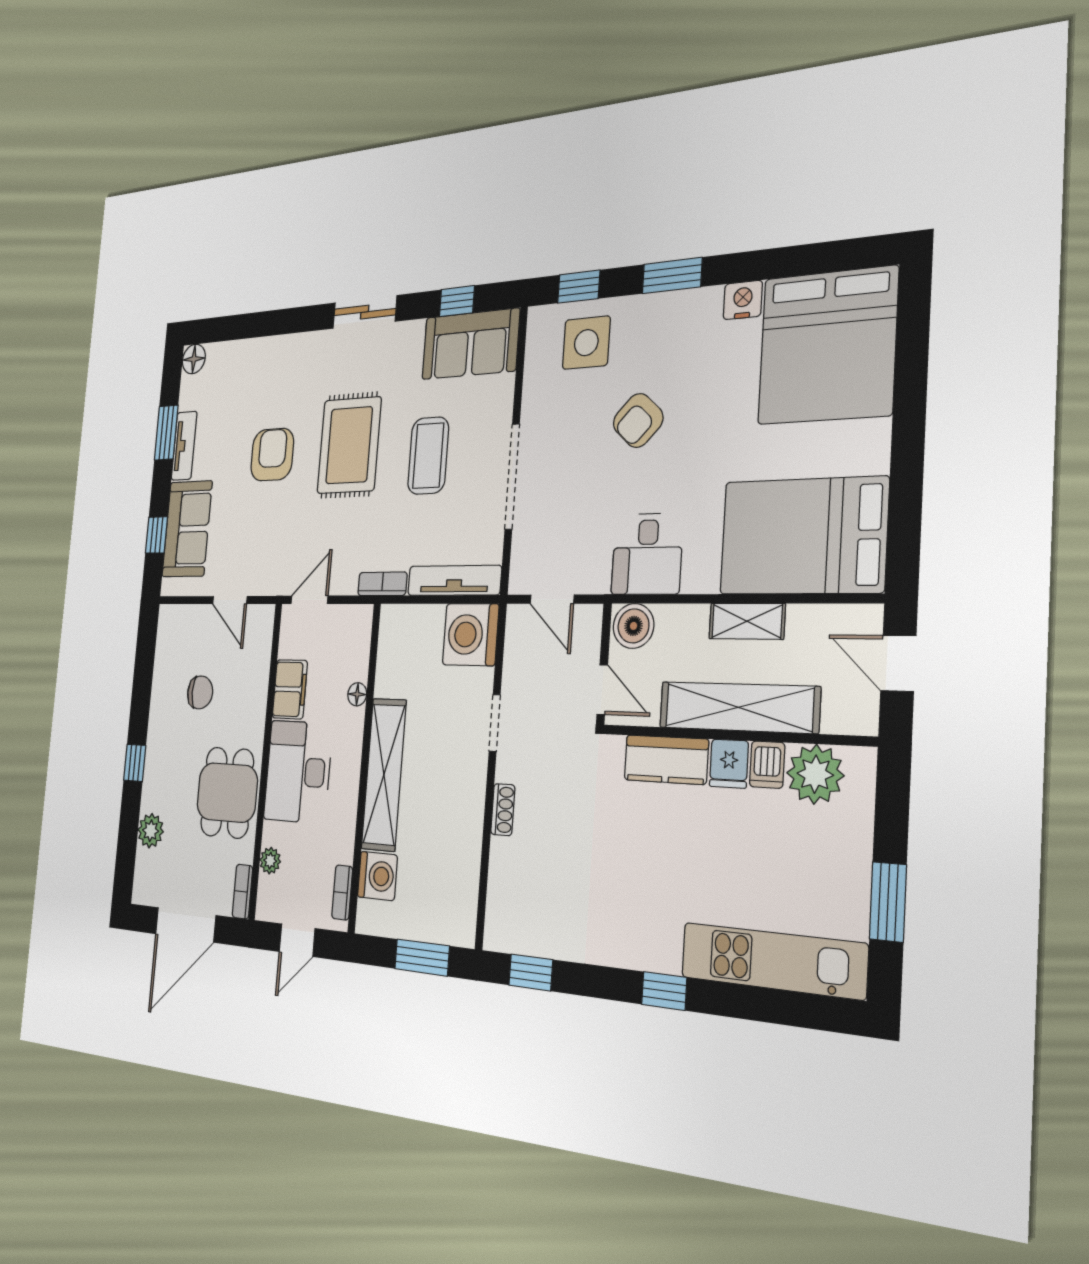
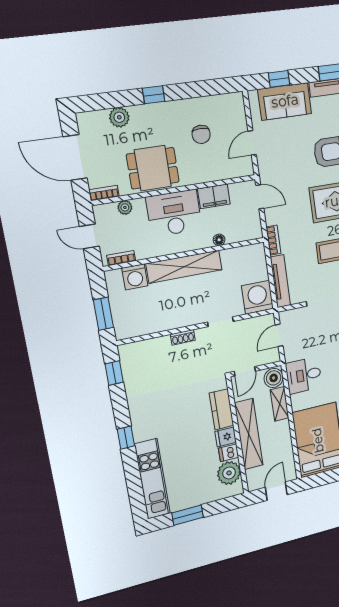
shelving: (747, 621) -> (280, 404), moved

